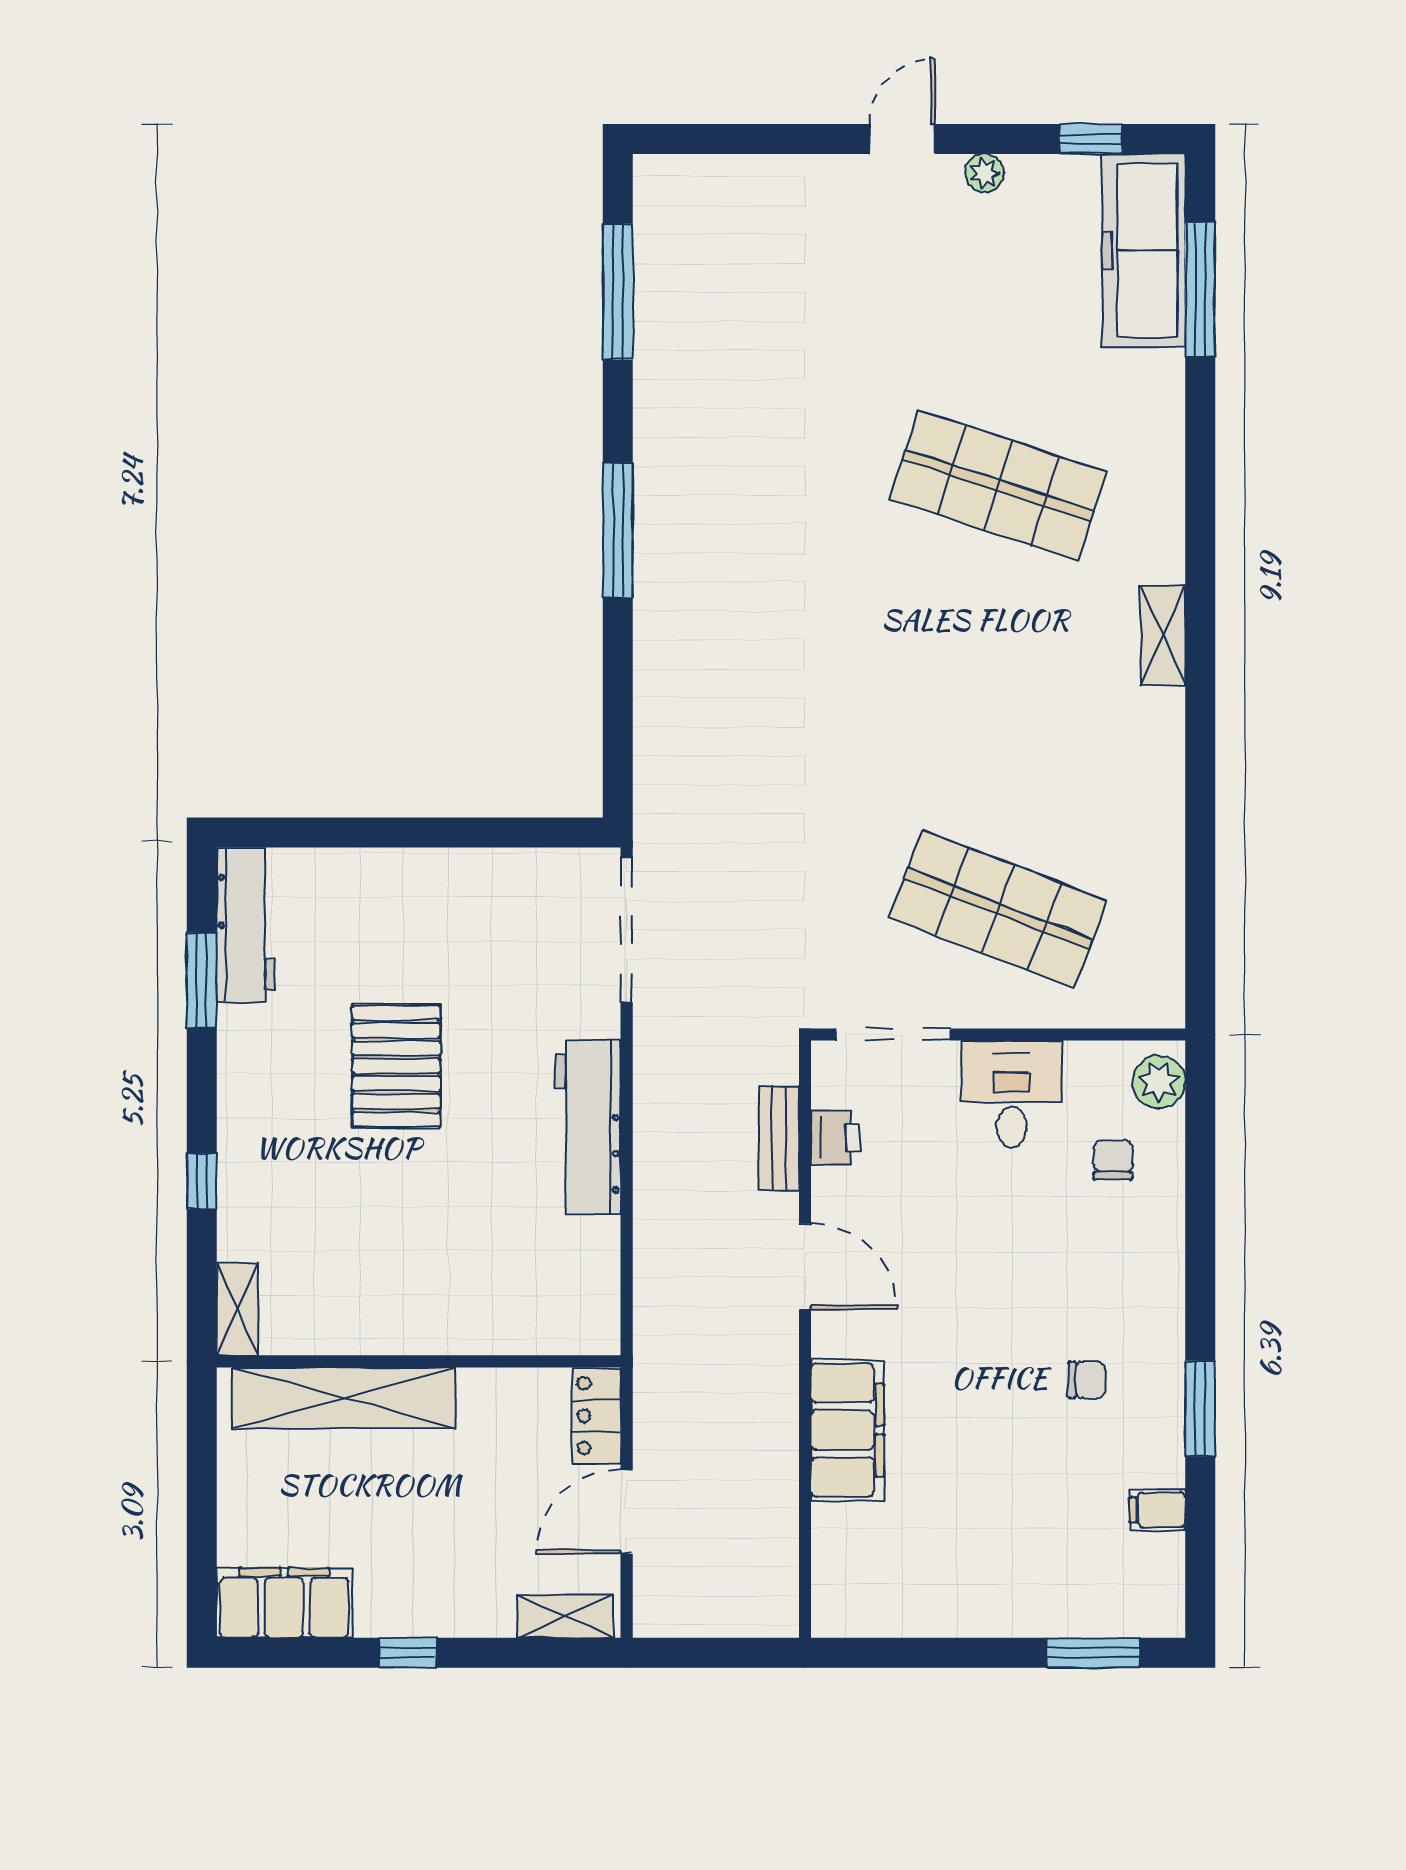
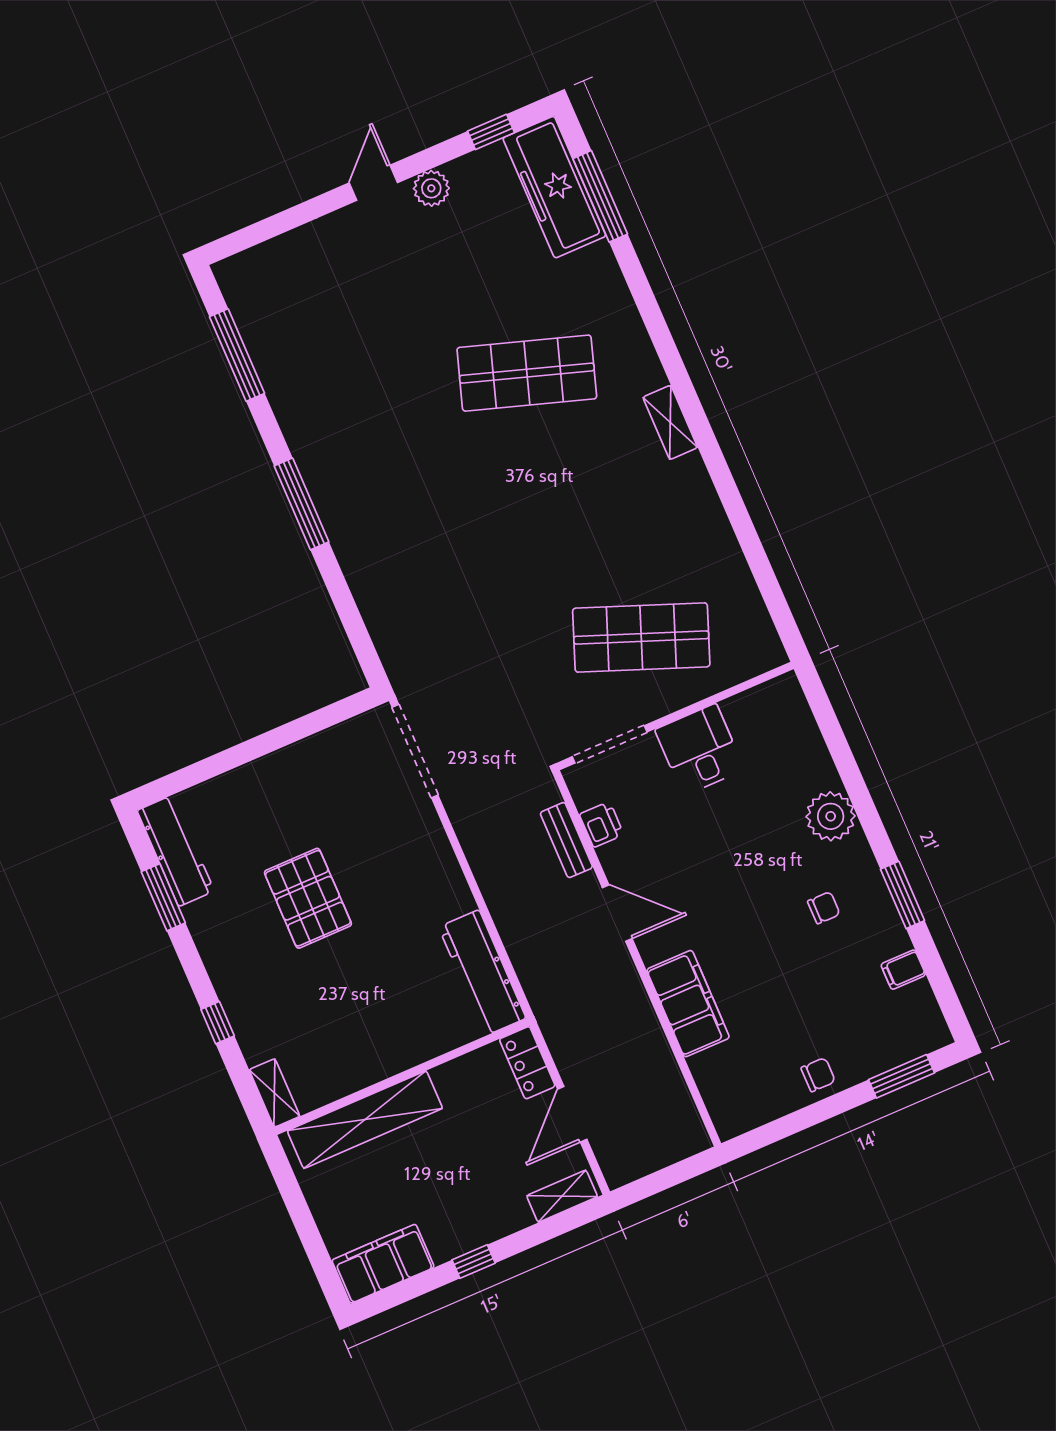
plant: (984, 173) -> (431, 188), width x1.38, depth x1.38
plant: (1159, 1082) -> (831, 816), moved, width x1.36, depth x1.36
workbench: (588, 1127) -> (482, 973), moved
chair: (1113, 1160) -> (818, 1075), moved, turned 90

